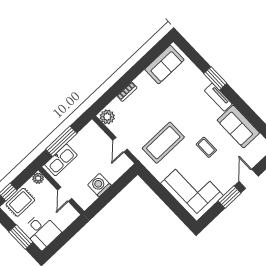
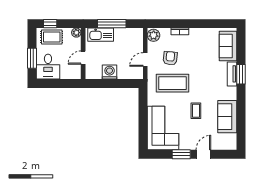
sofa: (164, 65) -> (228, 46), moved, turned 90
tv unit: (218, 97) -> (232, 74), moved
armchair: (141, 123) -> (170, 58), added

